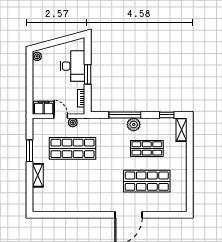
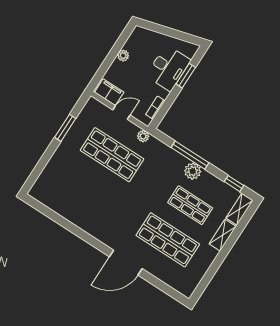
plant: (37, 56) -> (123, 56), moved
window: (88, 74) -> (186, 76), moved
door: (61, 116) -> (121, 112), hinge flipped
plant: (73, 123) -> (143, 136), moved
shelving: (38, 175) -> (223, 235), moved

